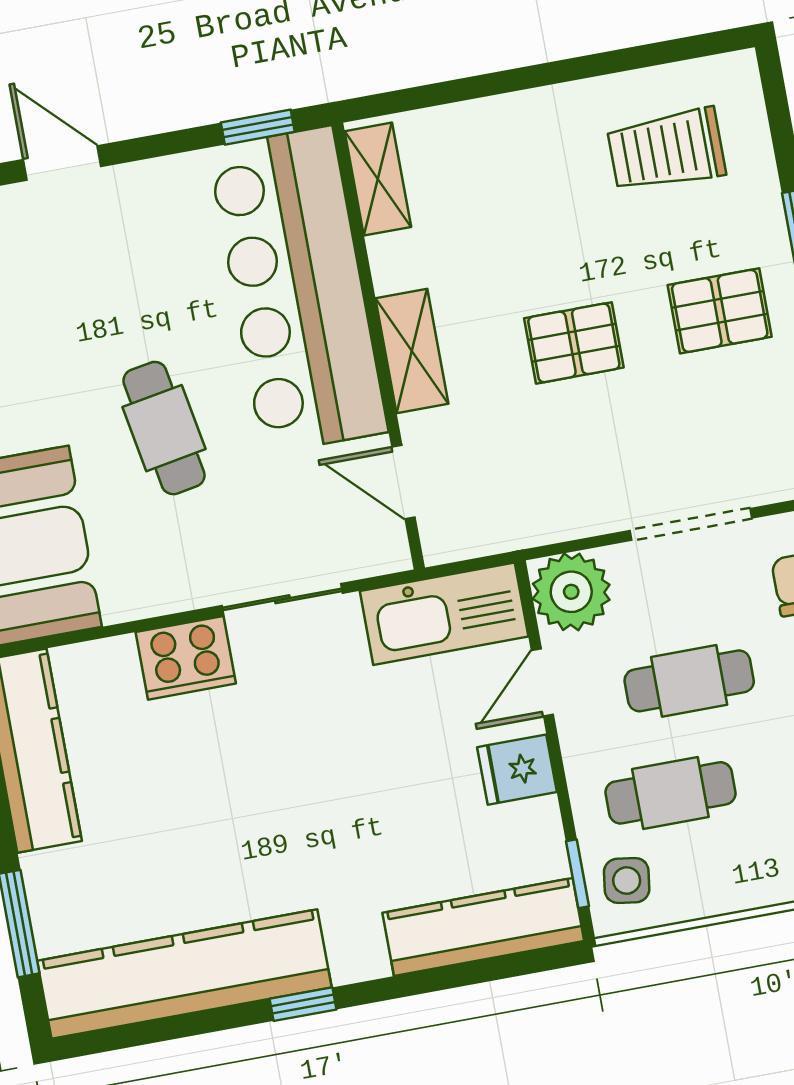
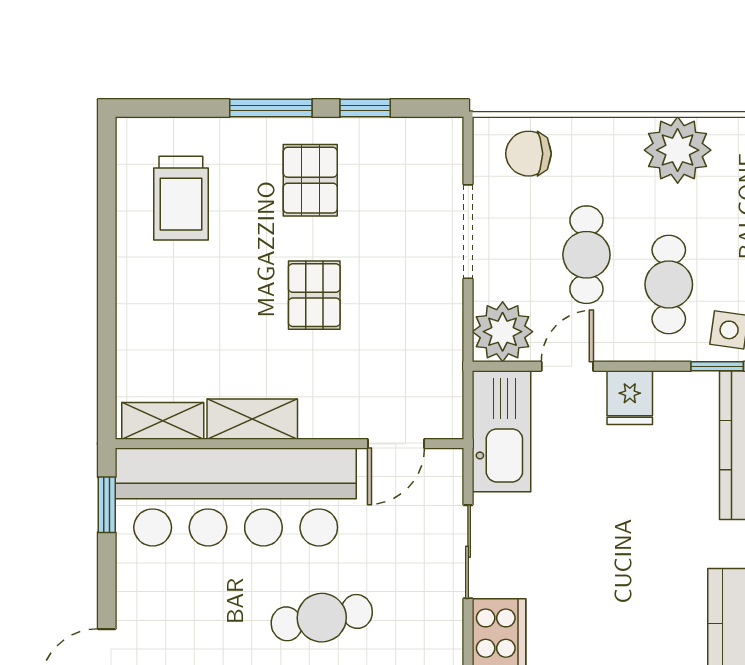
shelving: (412, 351) -> (252, 419), moved
door: (542, 683) -> (567, 366), swing flipped

